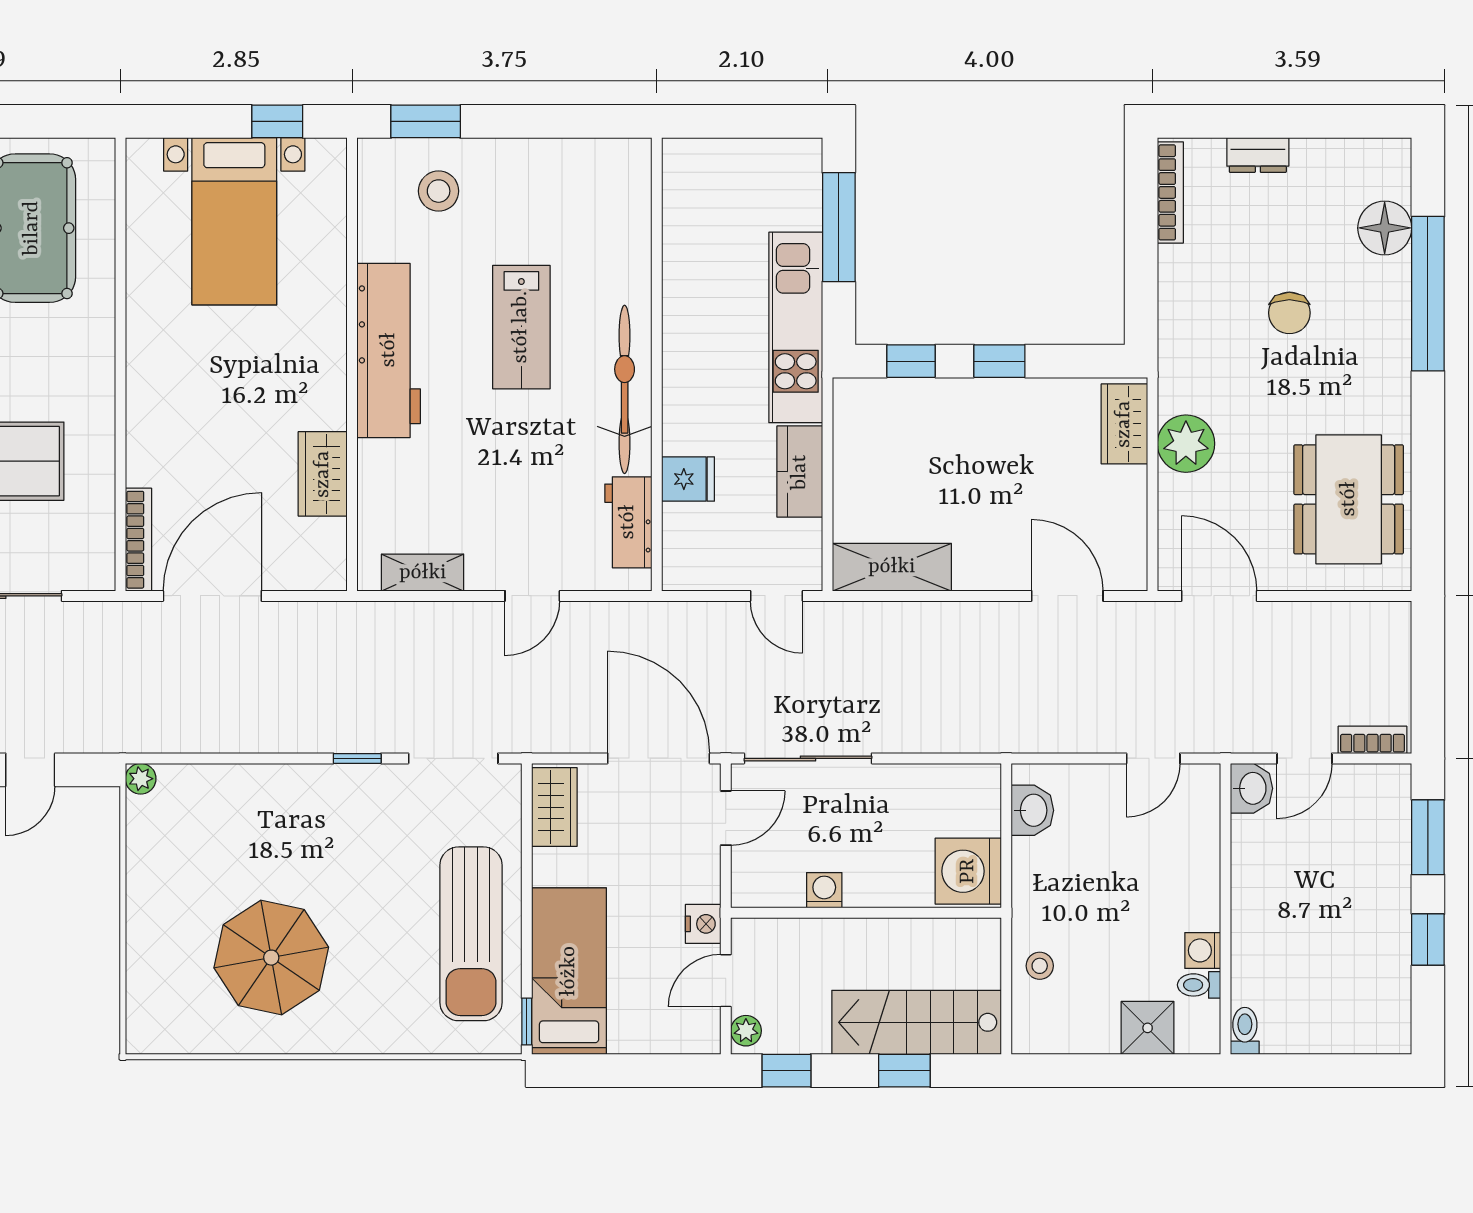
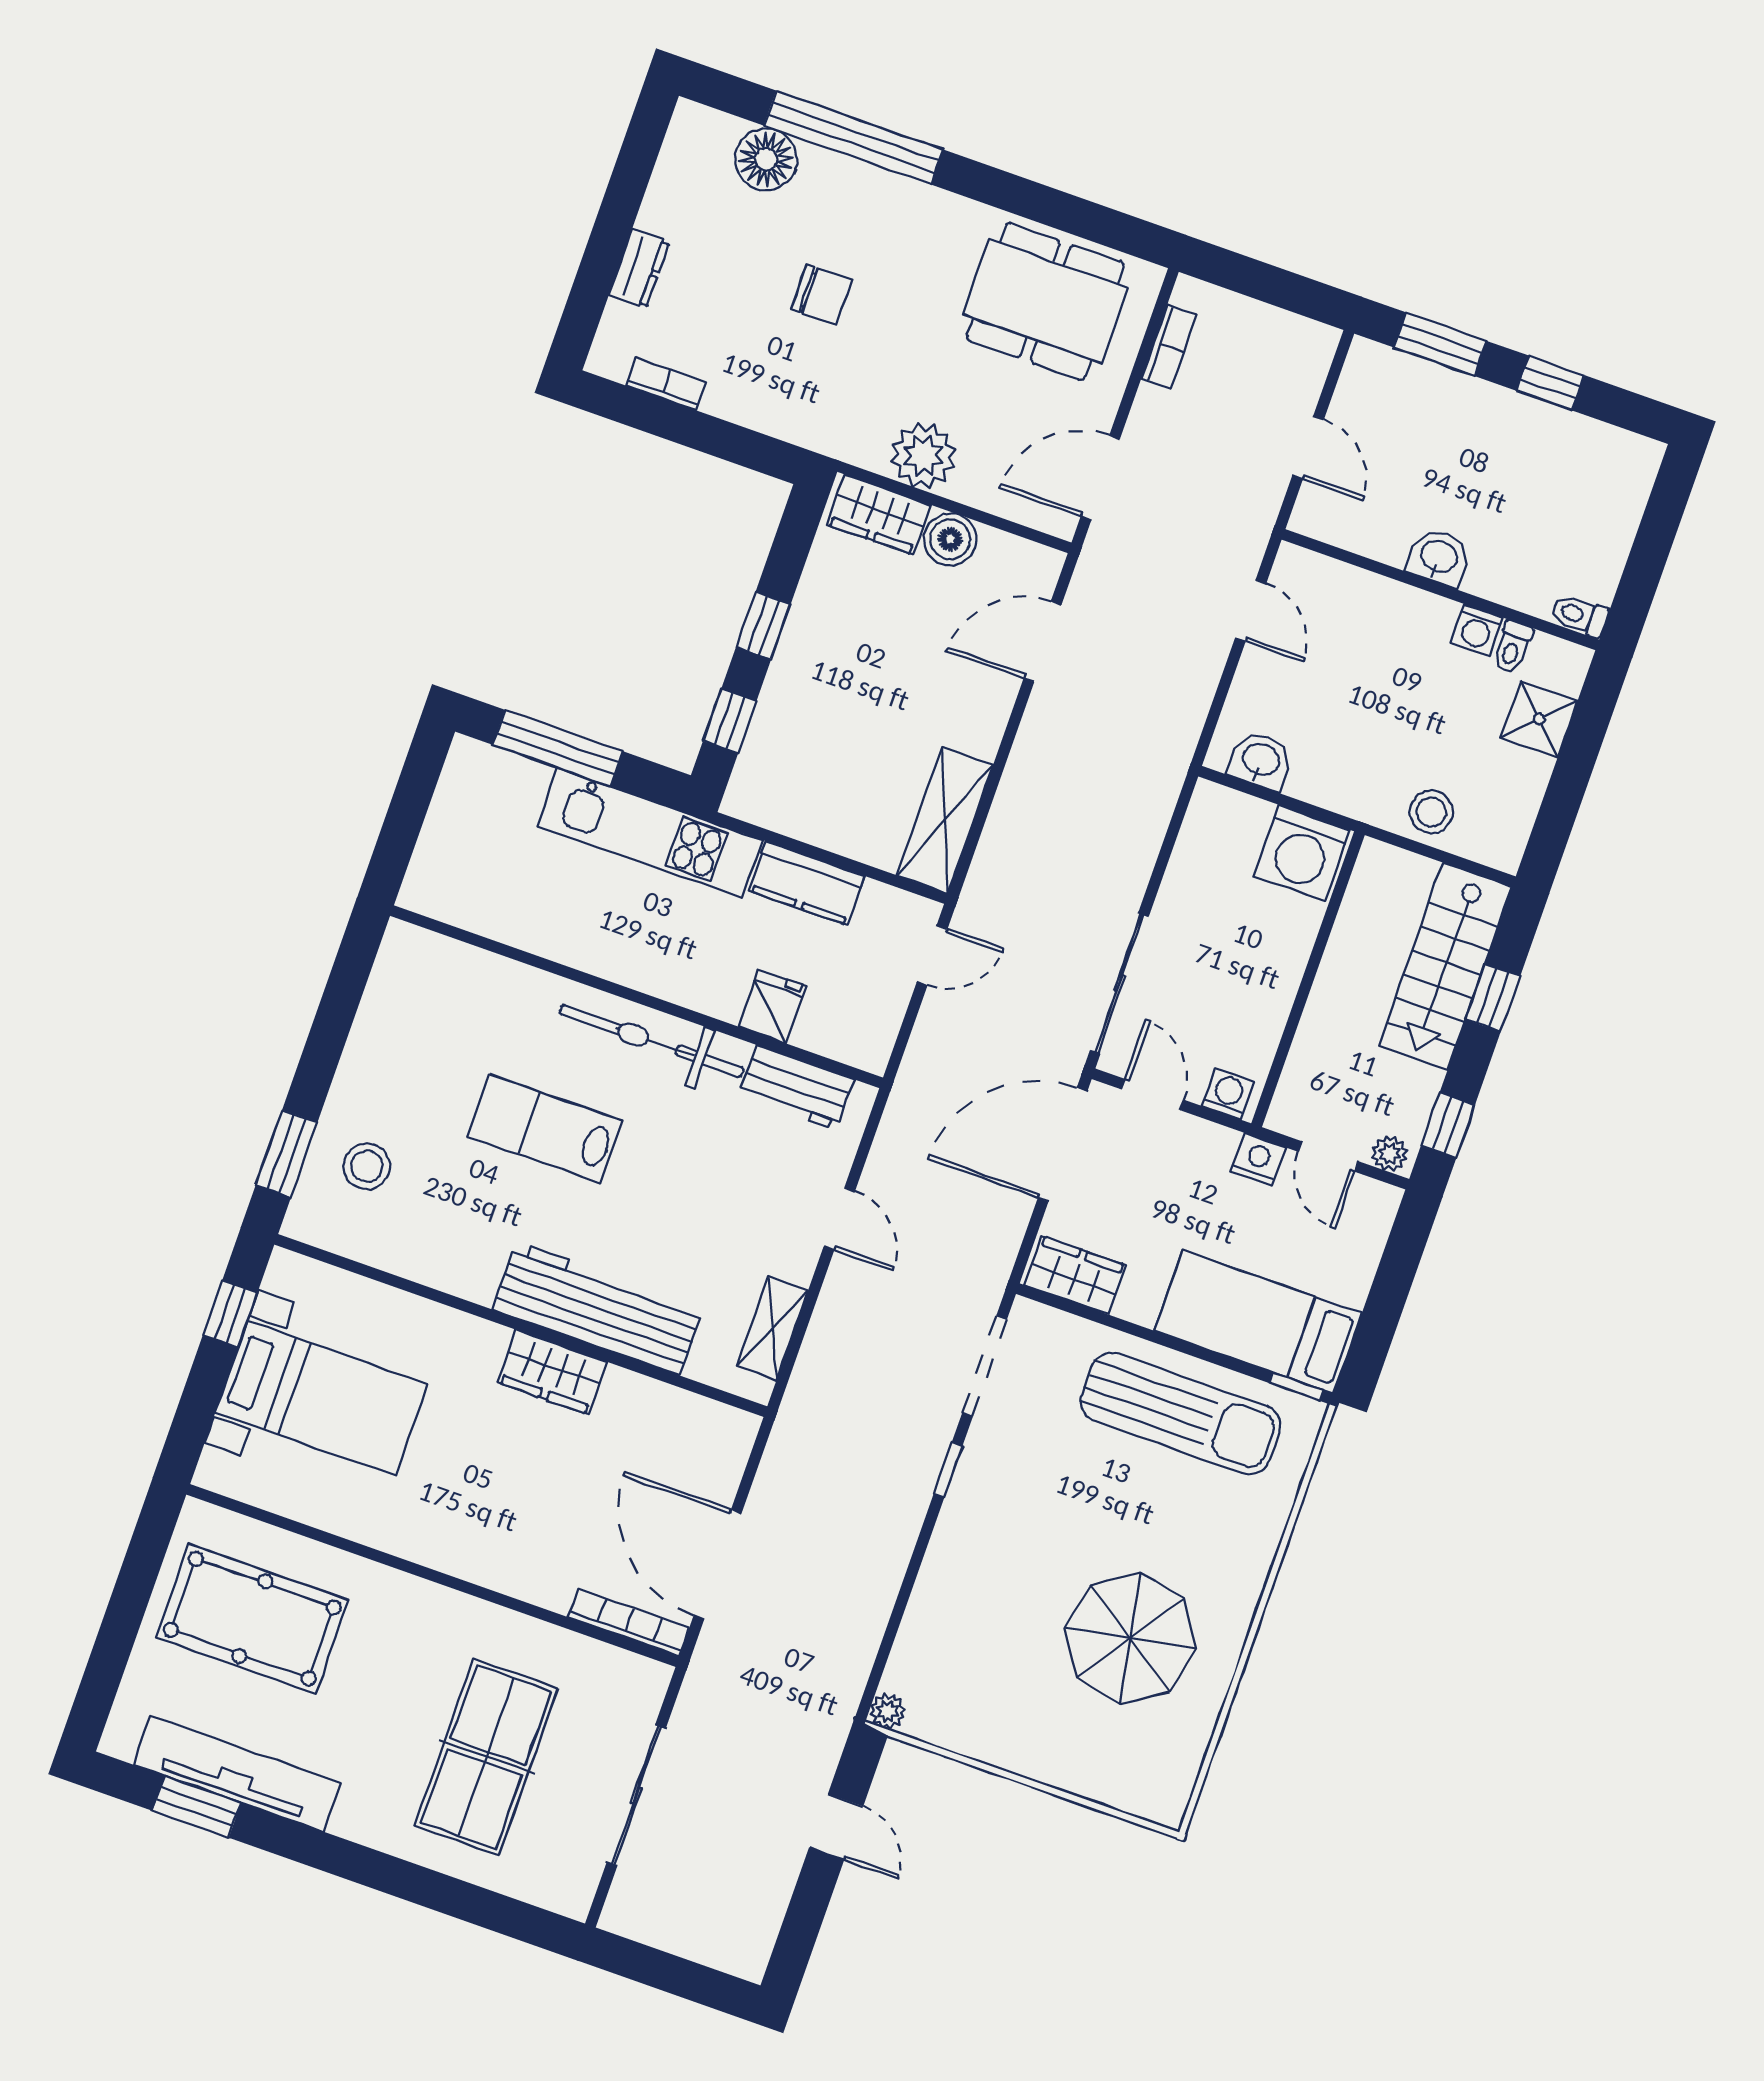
bookcase: (1170, 192) -> (666, 384), width x0.64
lab bench: (521, 327) -> (545, 1129), turned 180
workbench: (389, 350) -> (598, 1308), moved
wardrobe: (323, 474) -> (552, 1372), moved
boiler: (1125, 490) -> (950, 539), added
bookcase: (1373, 740) -> (1169, 347), moved, turned 180
washbasin: (1252, 788) -> (1439, 558), moved
washing machine: (824, 890) -> (1228, 1094), moved, turned 90
stool: (1040, 966) -> (1431, 812), width x1.37, depth x1.37

